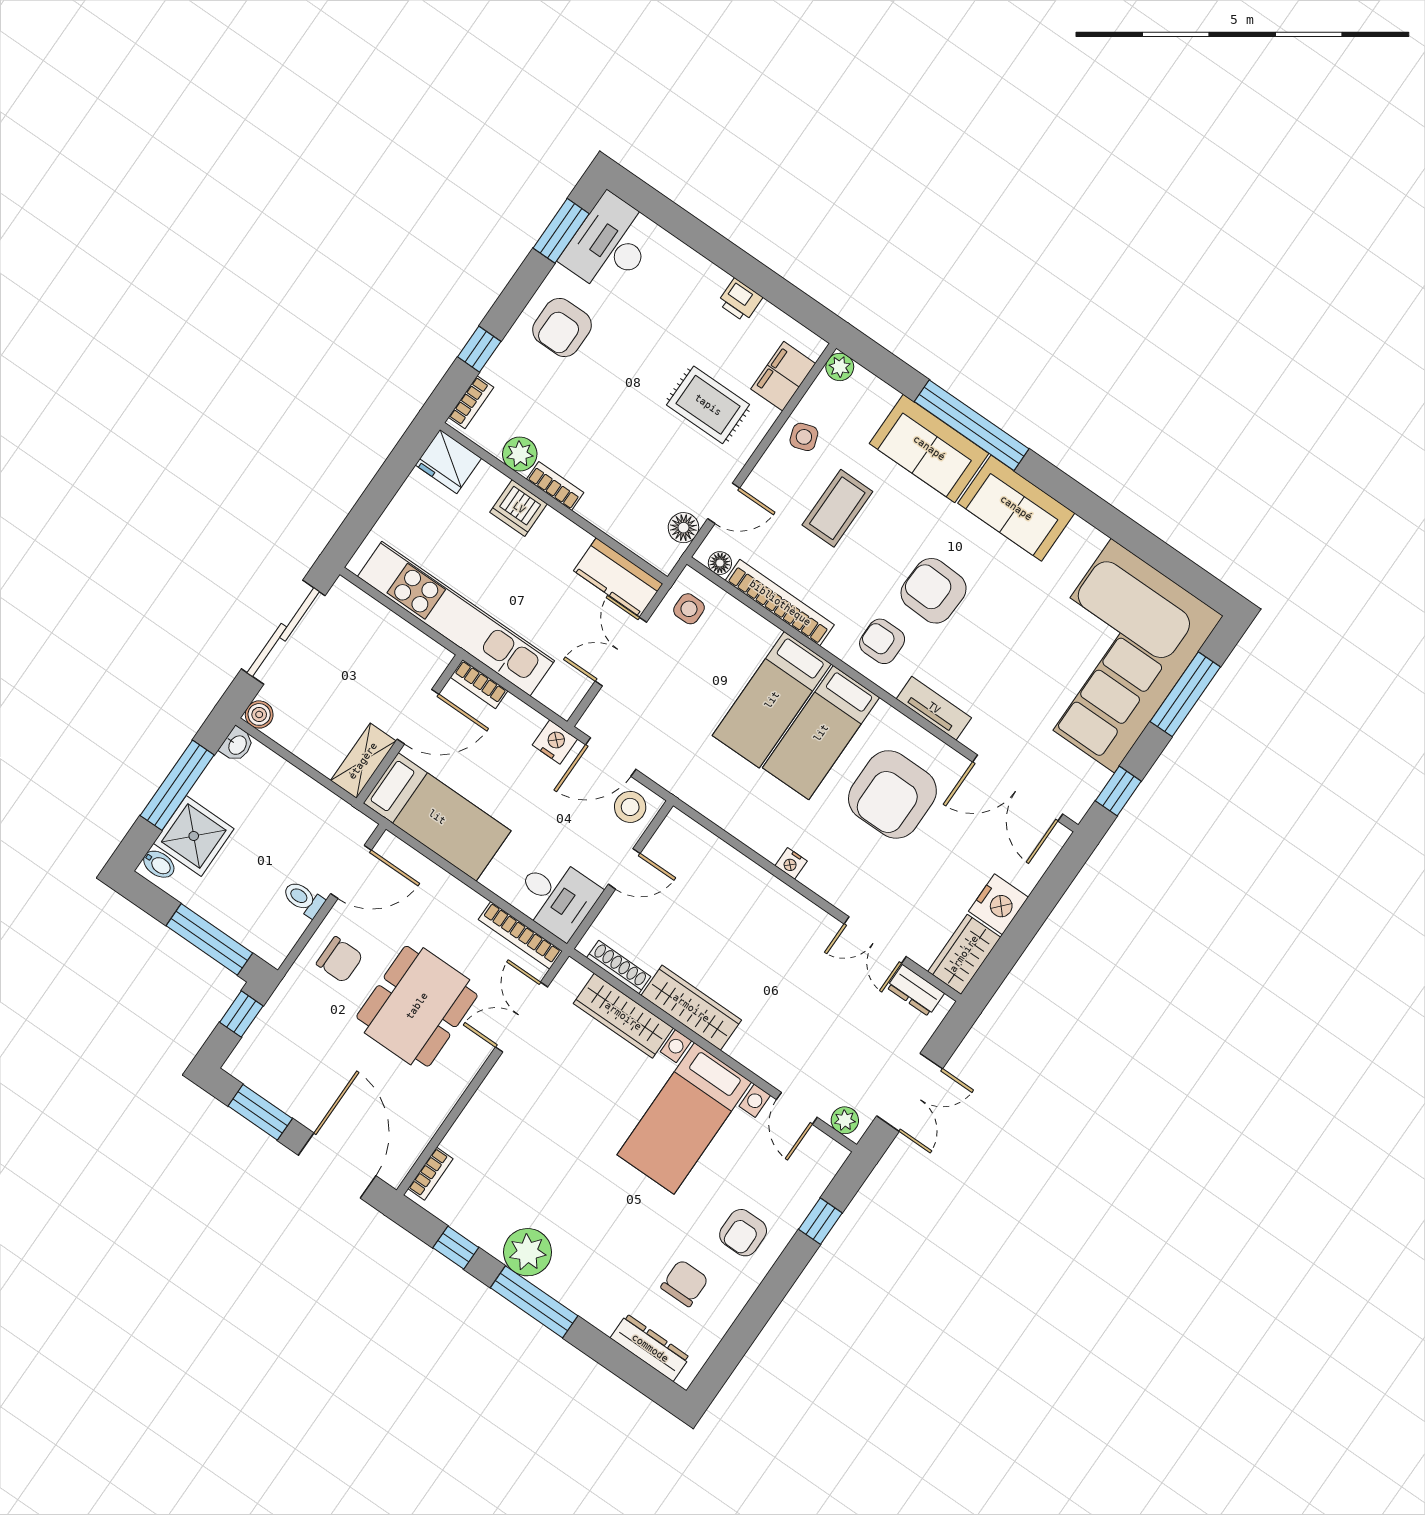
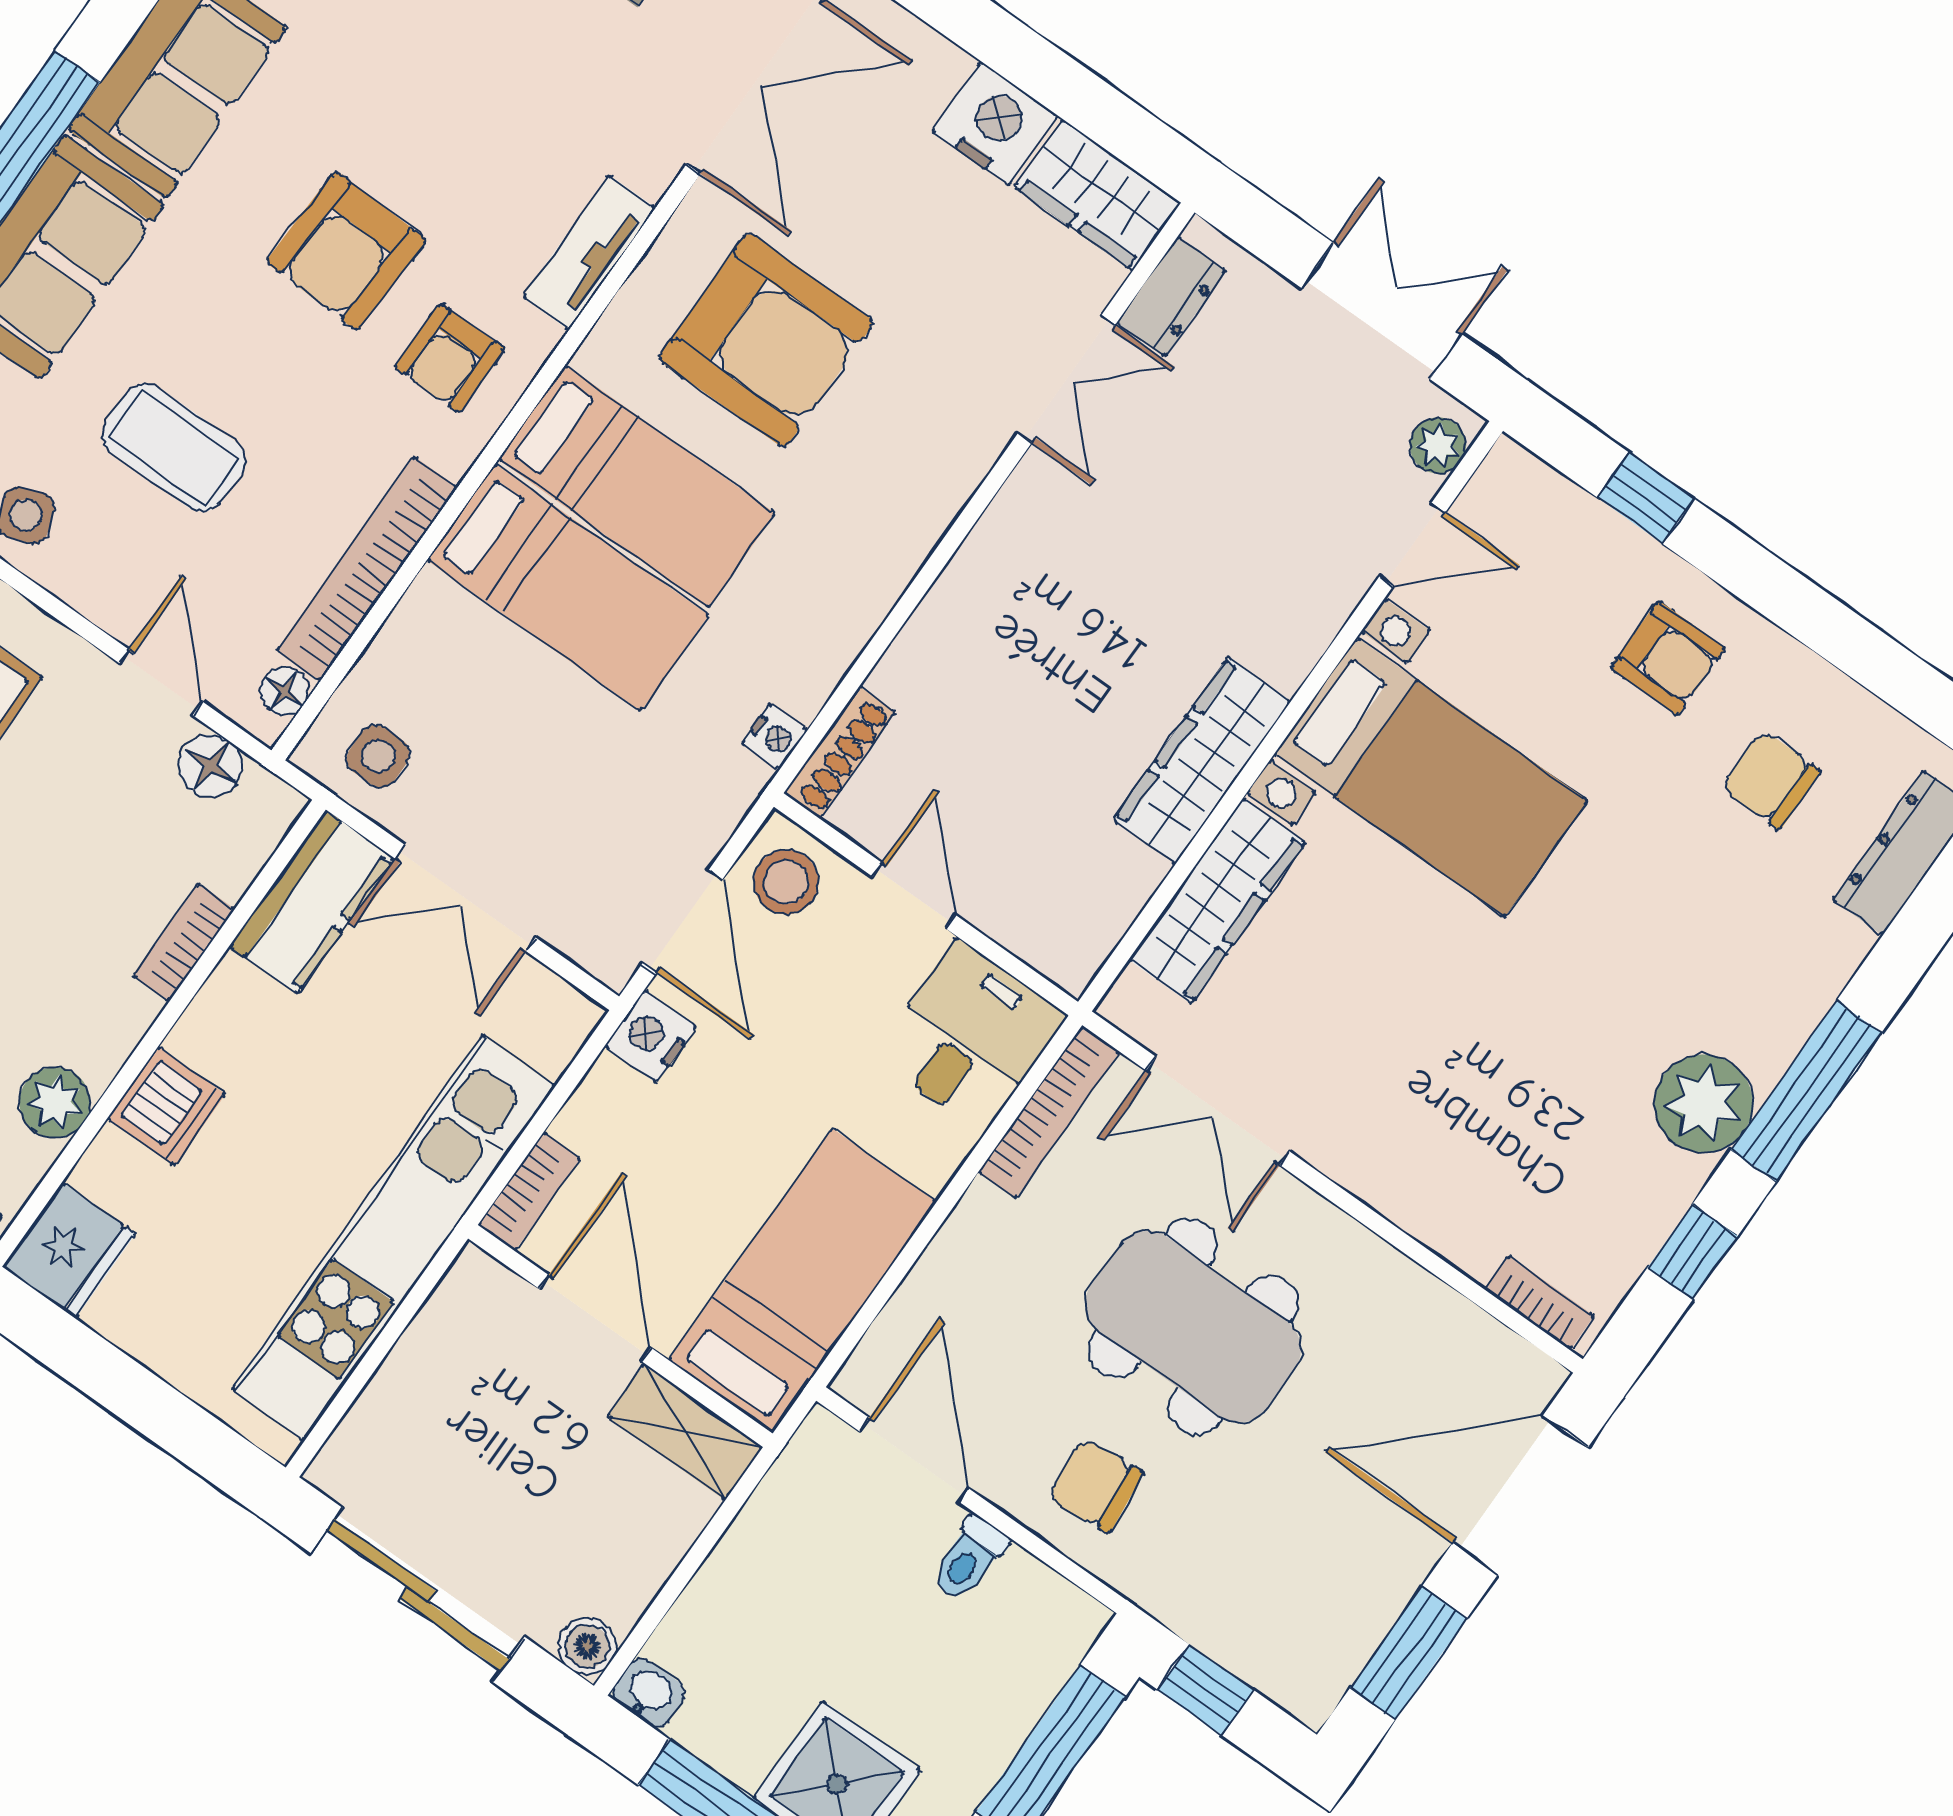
bookcase: (555, 486) -> (184, 942), moved
nightstand: (791, 863) -> (775, 737), moved
chair: (340, 960) -> (1095, 1485), turned -96
shoe rack: (619, 967) -> (839, 753), moved, turned 180

